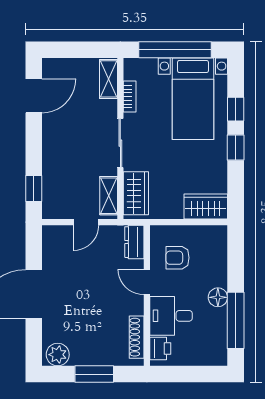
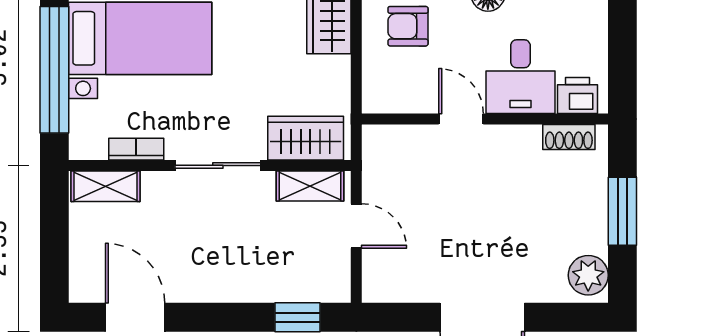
dresser: (134, 242) -> (391, 141), removed
armchair: (178, 258) -> (408, 26), moved, turned 90
door: (147, 282) -> (461, 119), swing flipped
shoe rack: (137, 337) -> (569, 137), width x0.70

